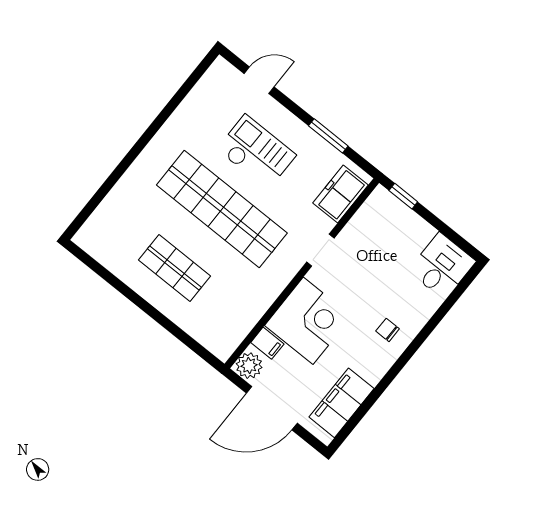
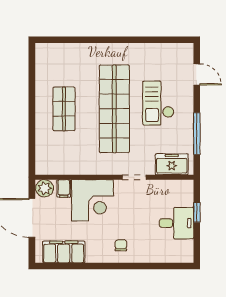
window: (328, 136) -> (197, 134), width x1.44
checkout: (256, 152) -> (158, 103), turned 180
window: (403, 196) -> (197, 212), moved
desk: (442, 266) -> (177, 223), moved

